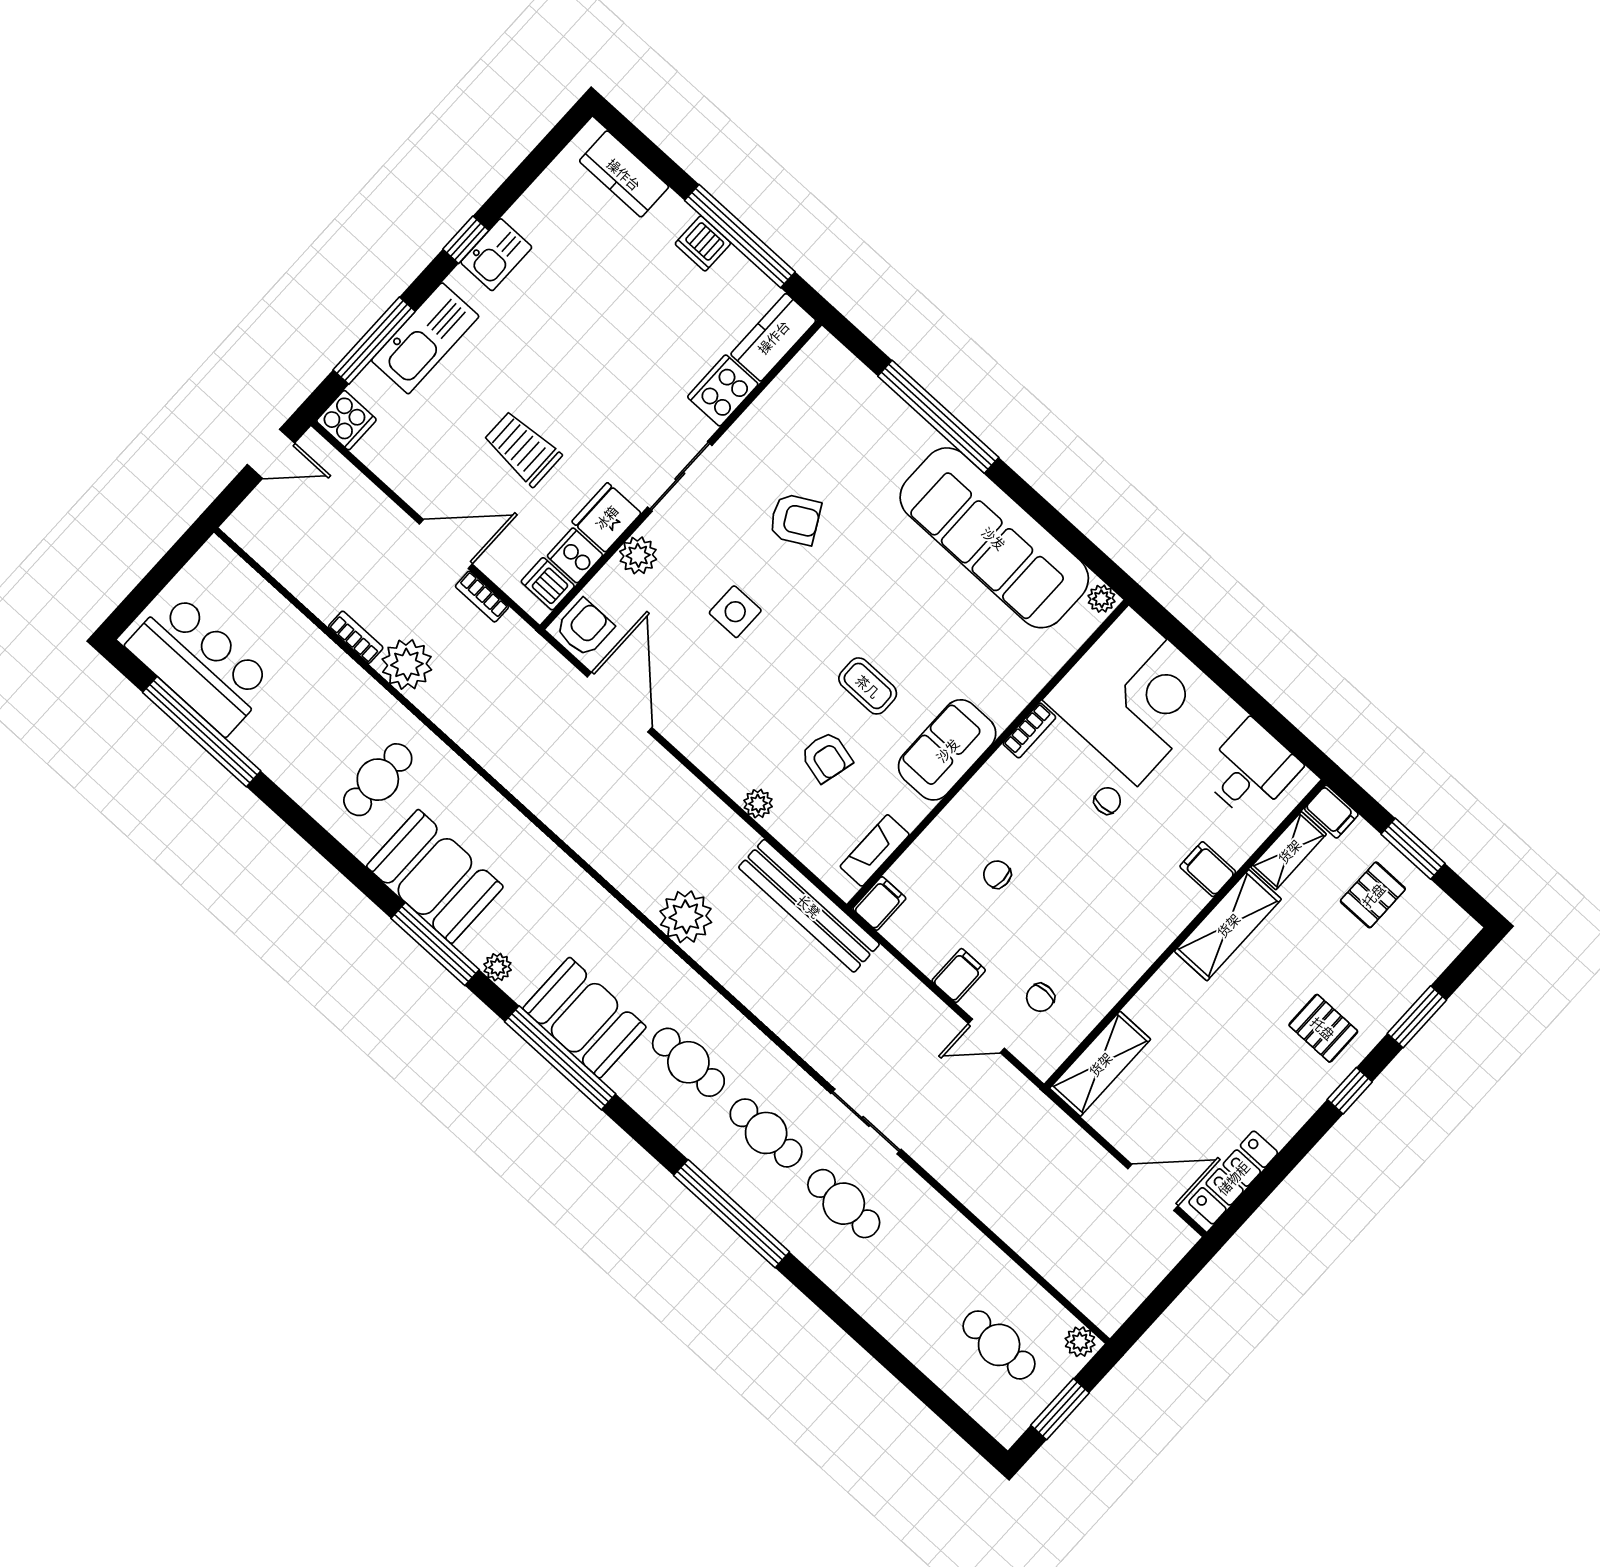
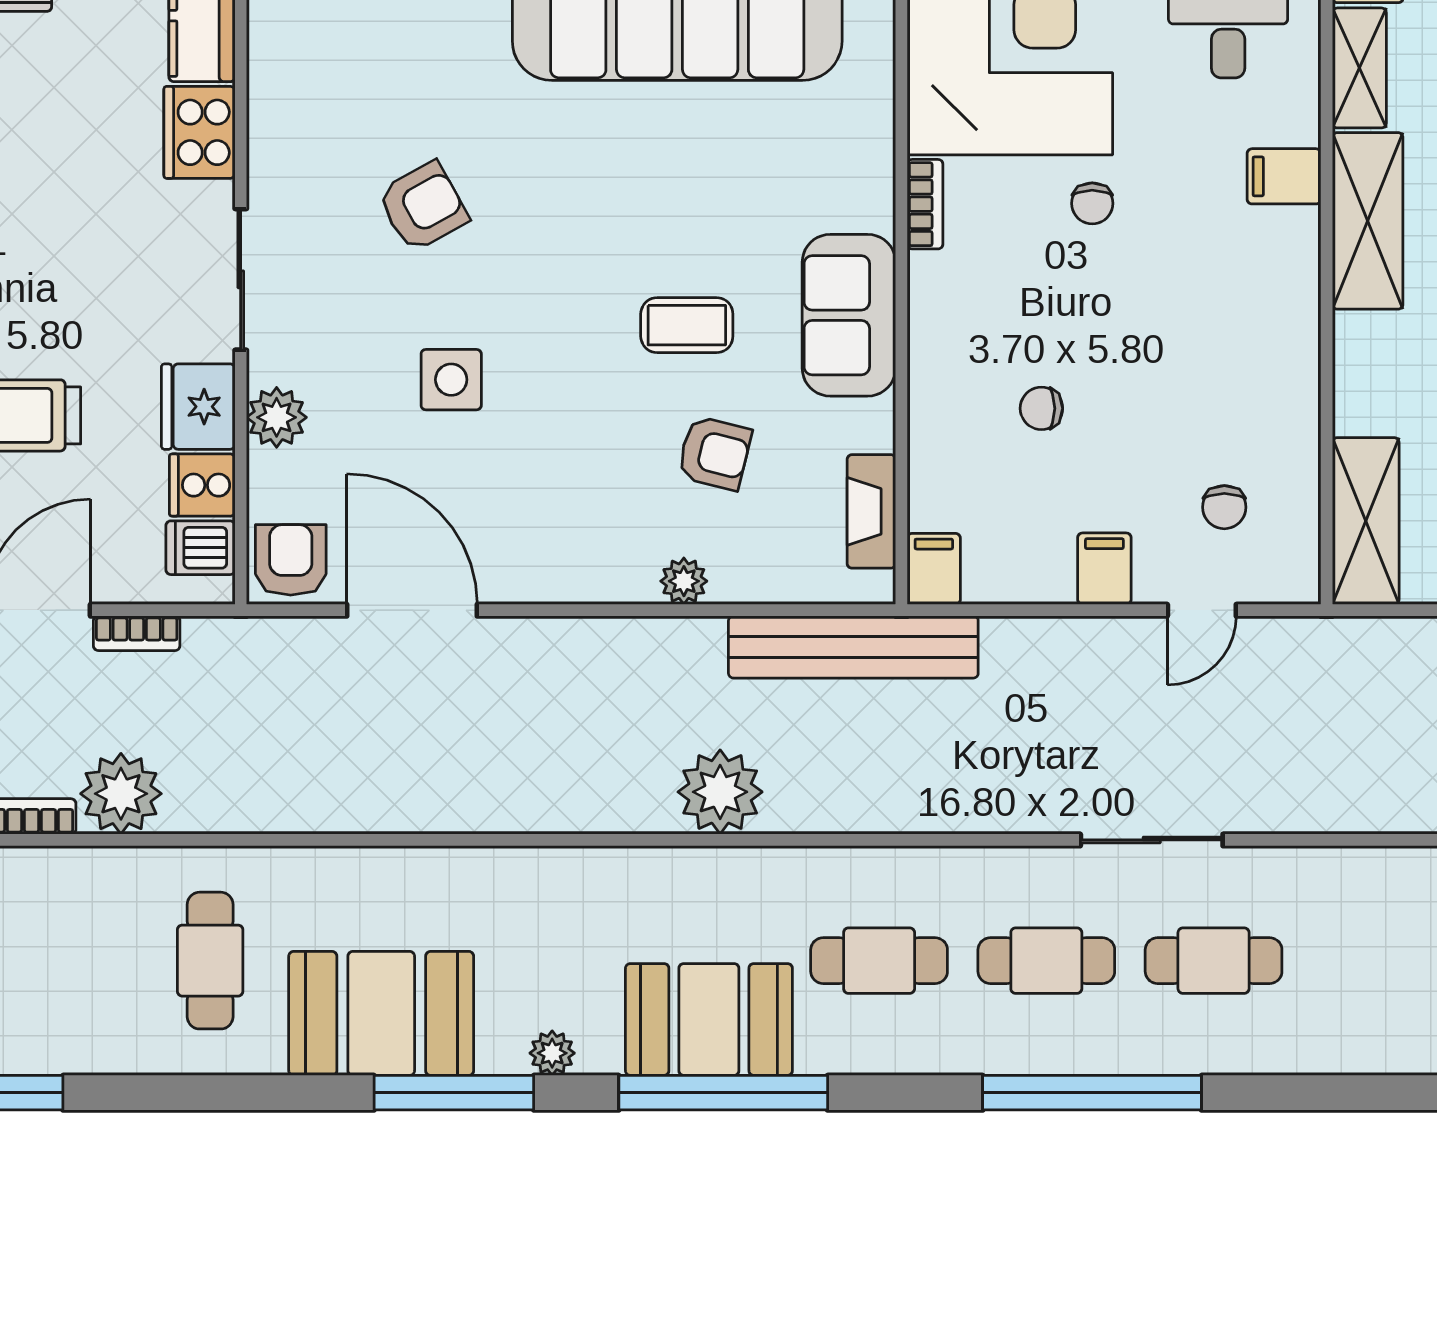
chair: (1107, 801) -> (1092, 203), turned 180

